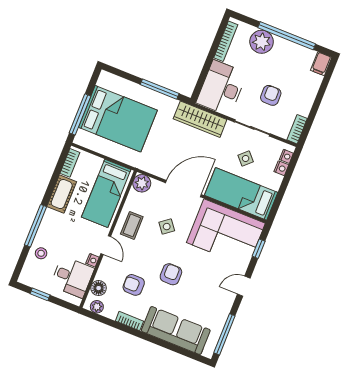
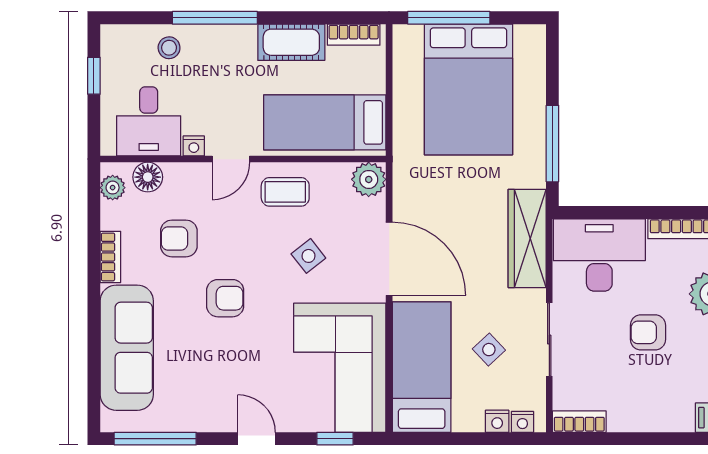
armchair: (271, 95) -> (648, 332), moved, turned 180
armchair: (134, 285) -> (179, 238), turned -90

